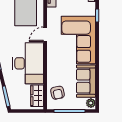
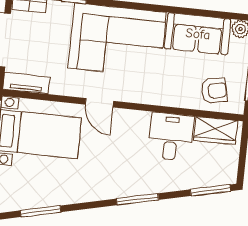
desk: (28, 63) -> (171, 137), width x0.53, depth x0.77

